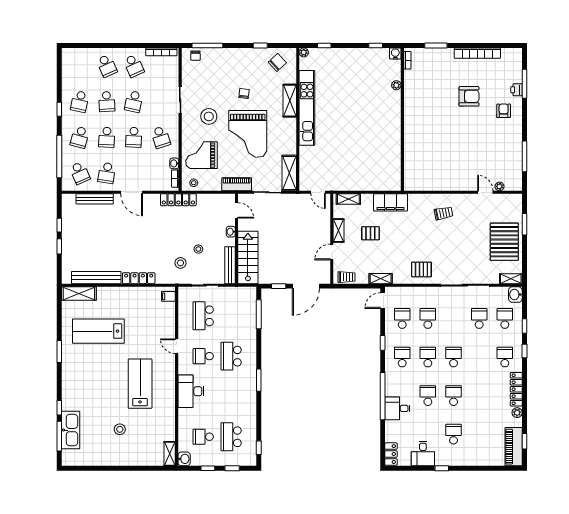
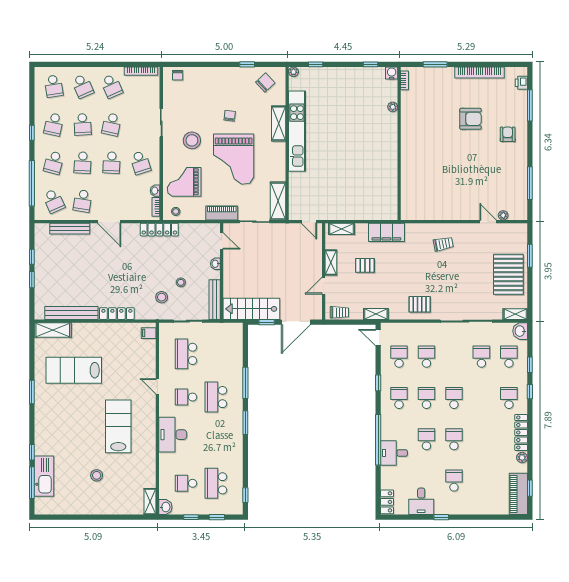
window: (207, 46) -> (190, 64), removed
school desk: (80, 66) -> (54, 86), added
printer: (517, 90) -> (521, 83), moved
stairs: (248, 257) -> (251, 309), moved, turned -90
door: (383, 301) -> (378, 338), hinge flipped
window: (259, 314) -> (245, 383), moved

